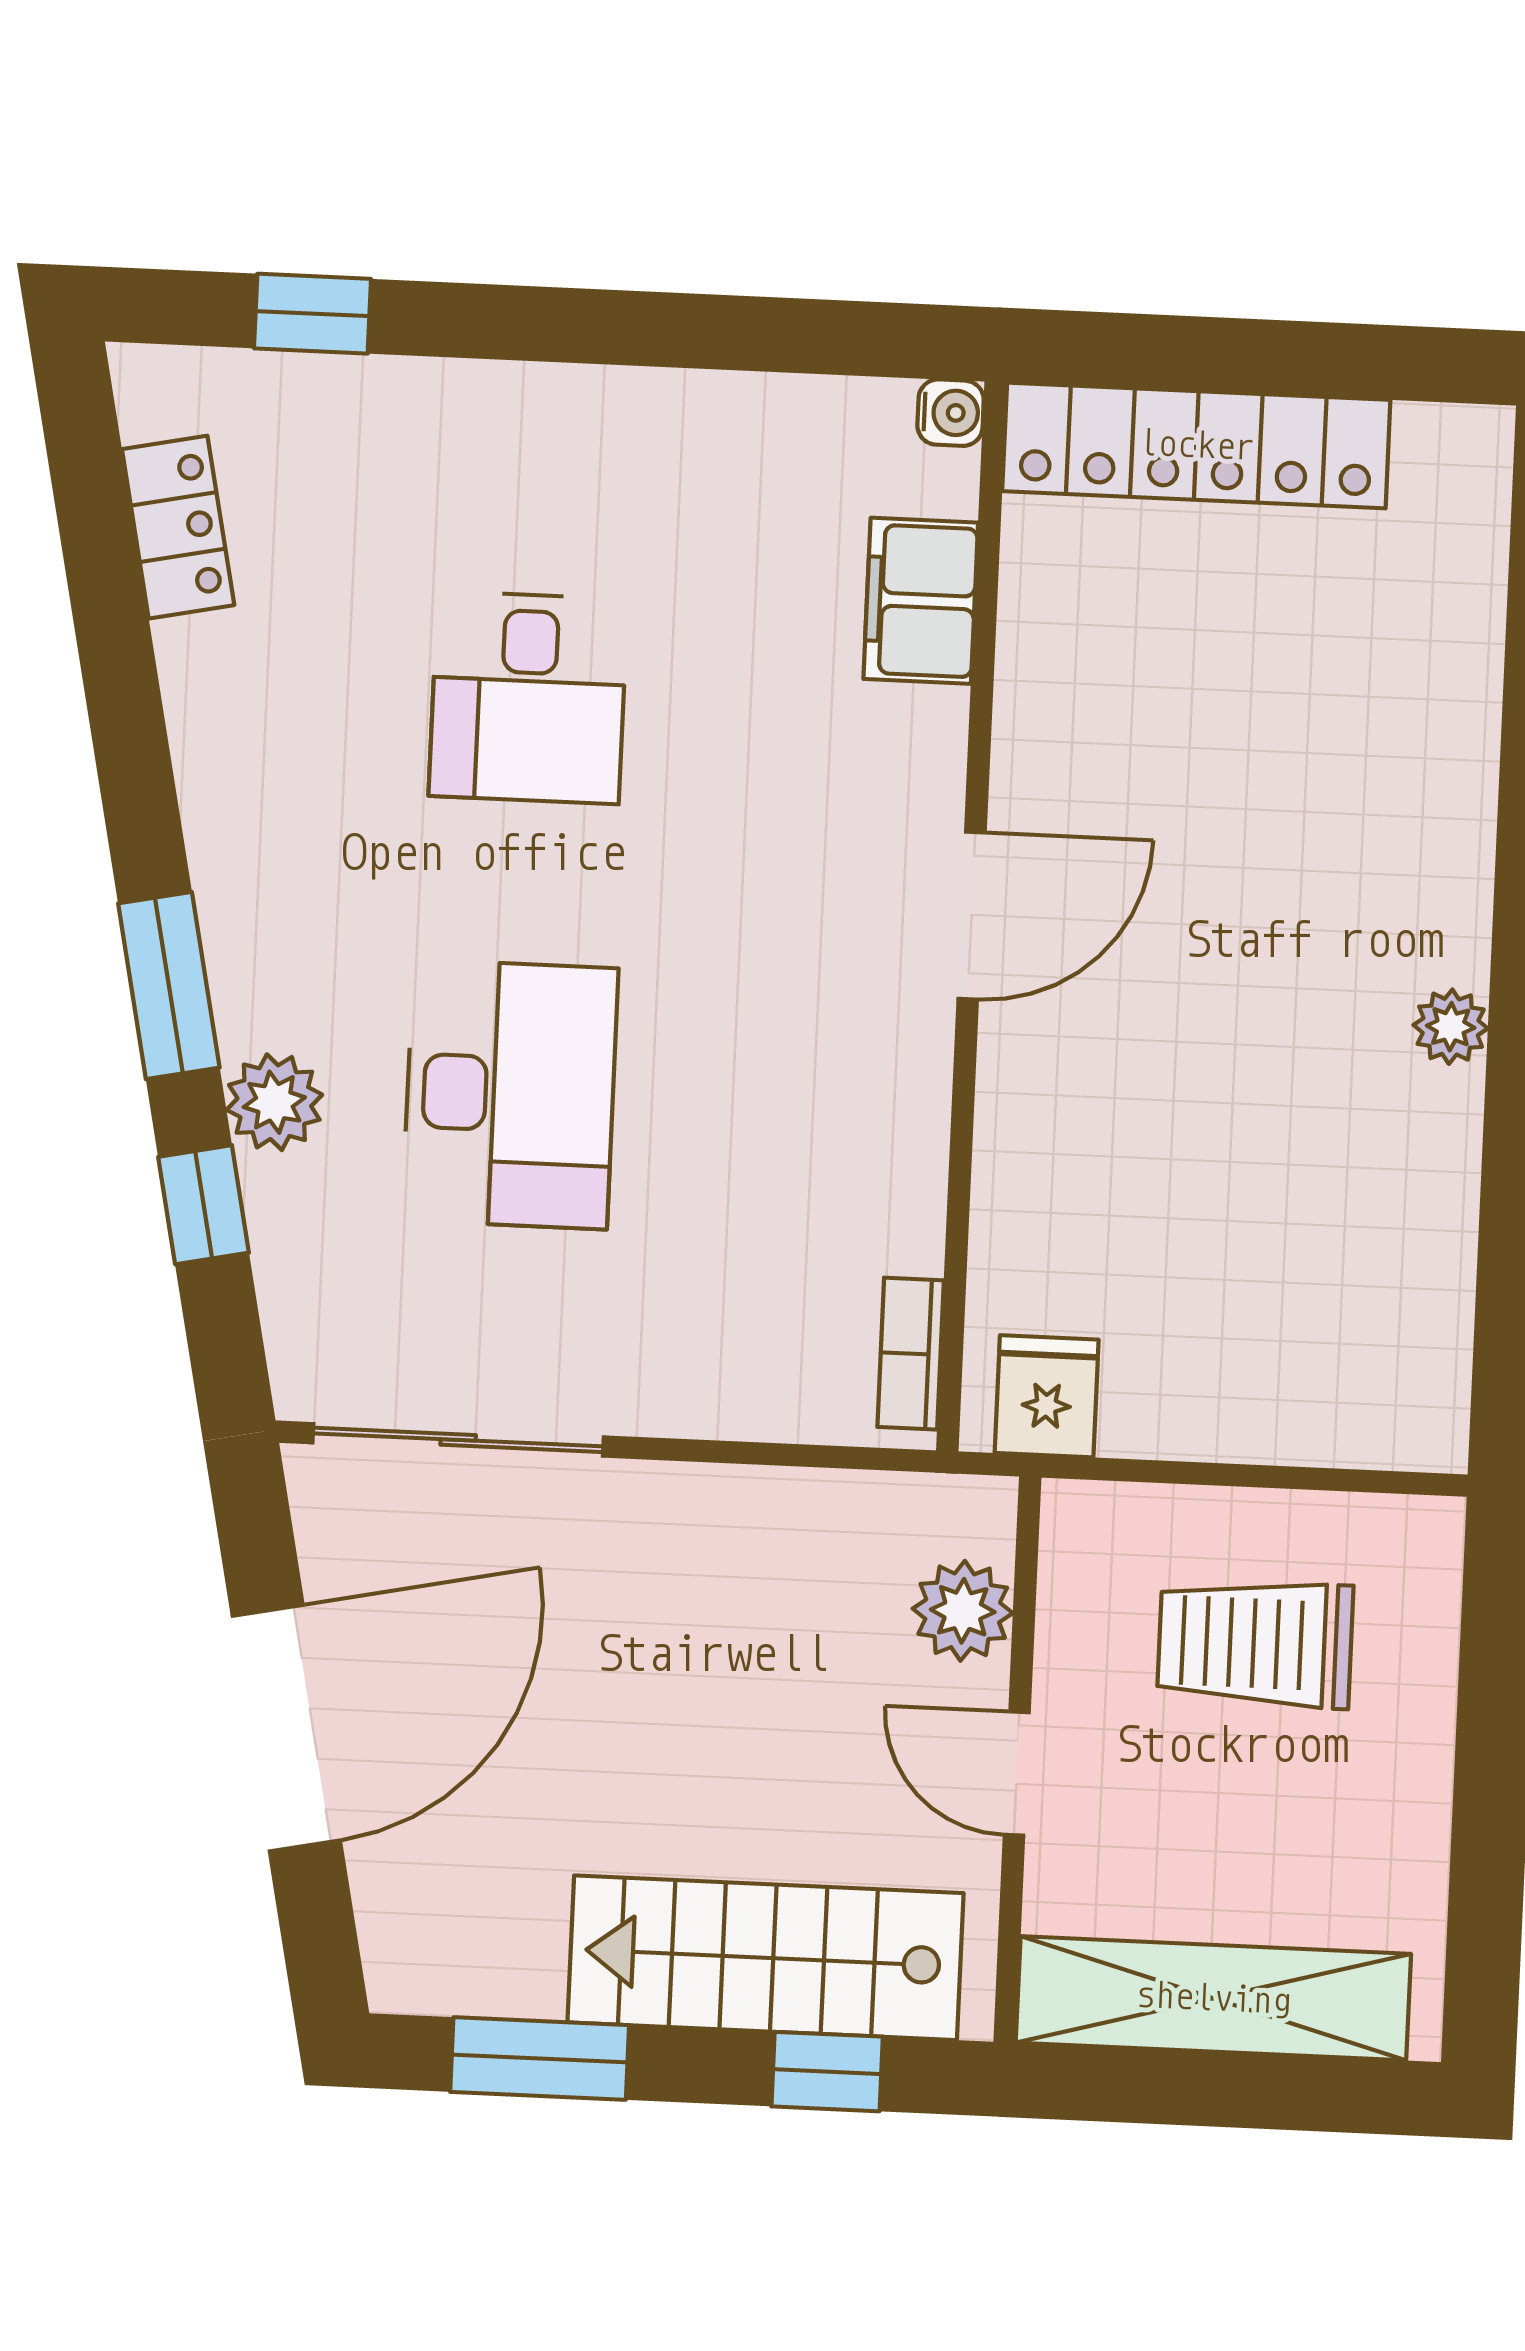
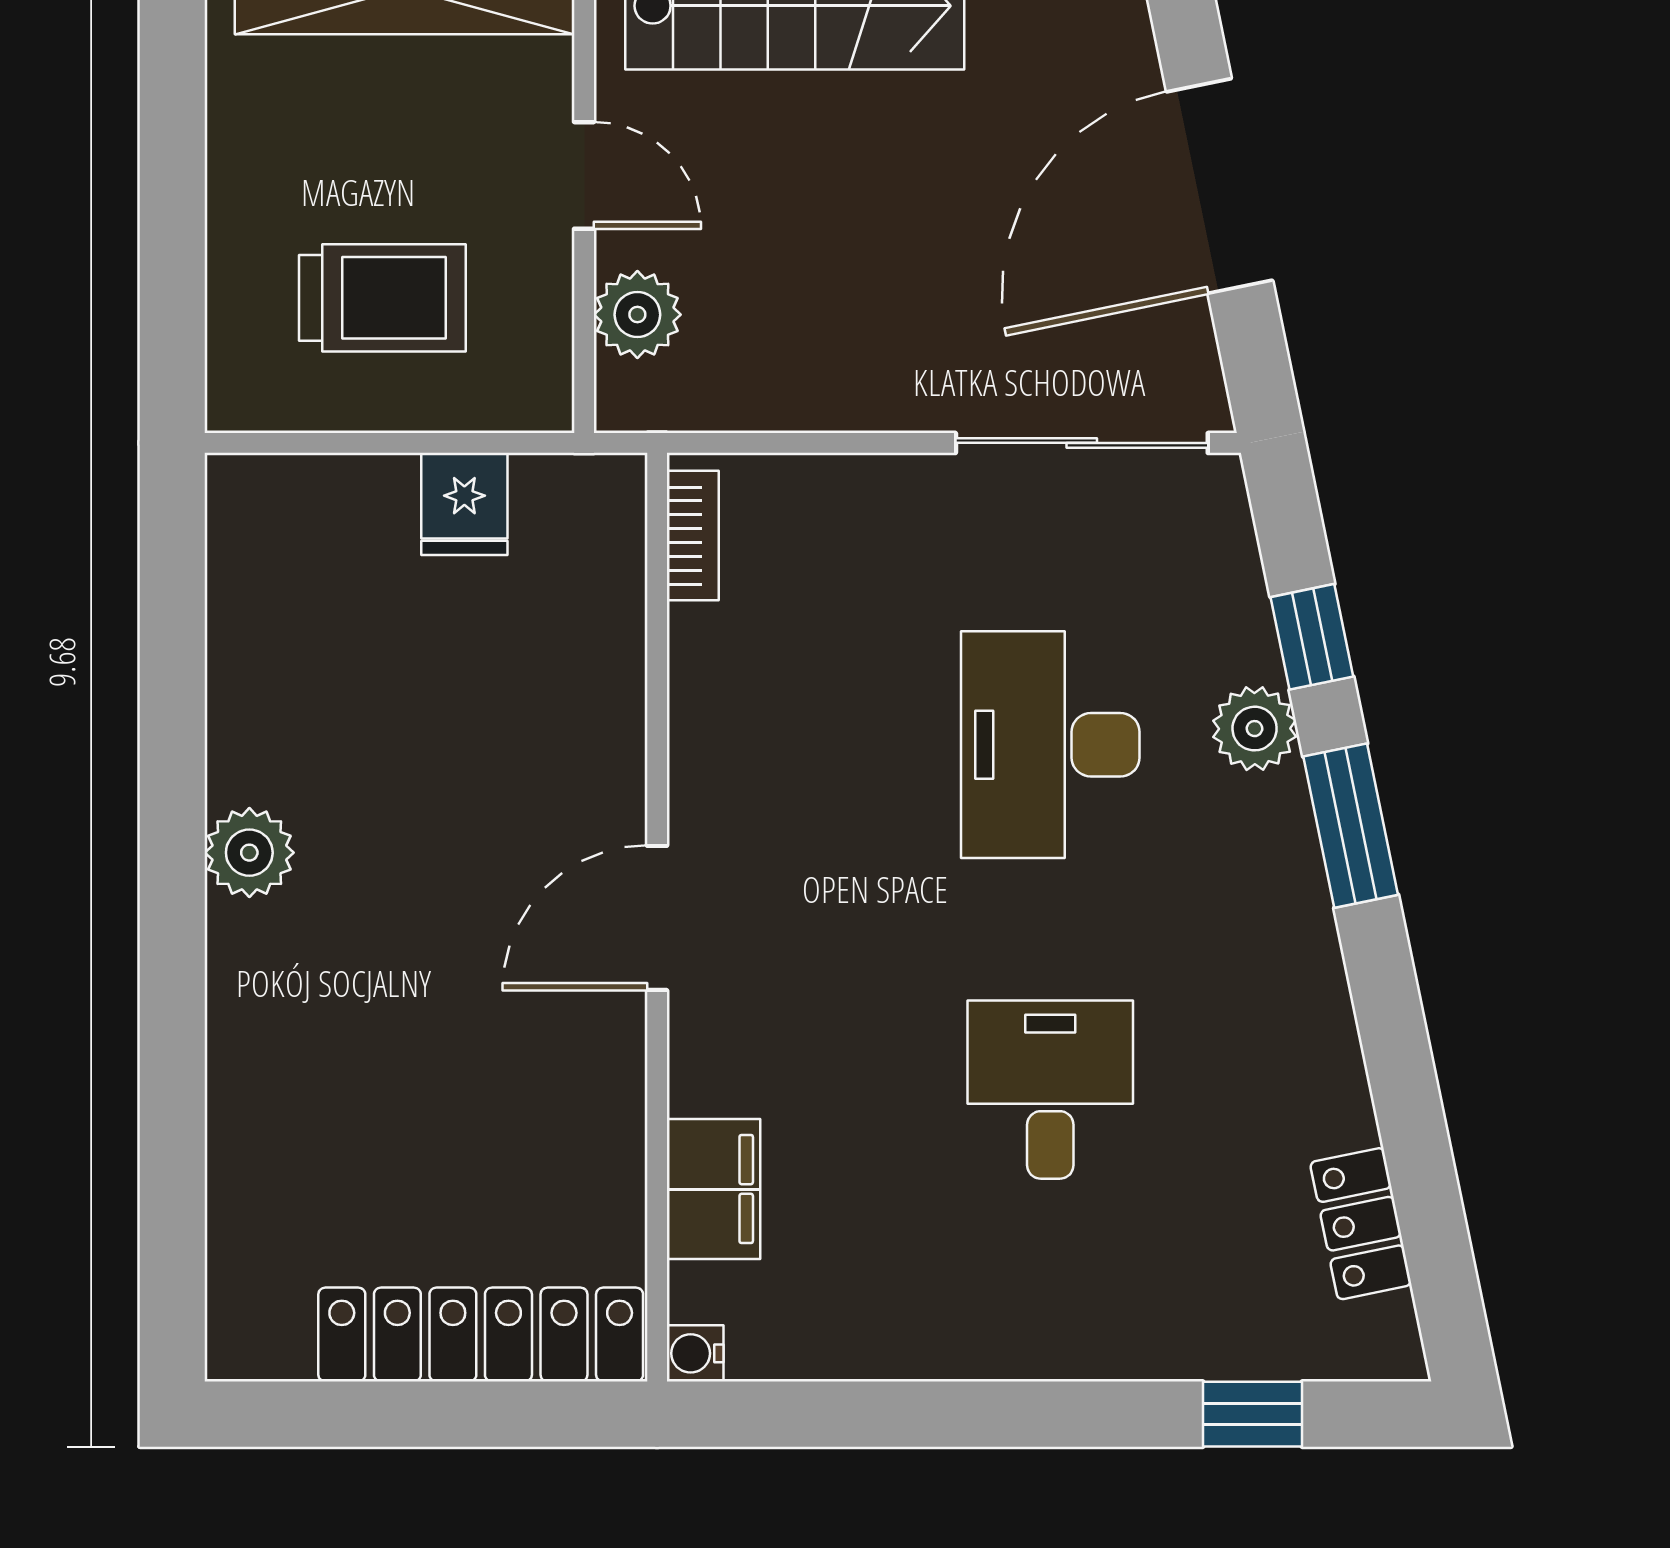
plant: (1451, 1027) -> (249, 853), width x1.38, depth x1.38
fridge: (1047, 1396) -> (464, 504), moved

